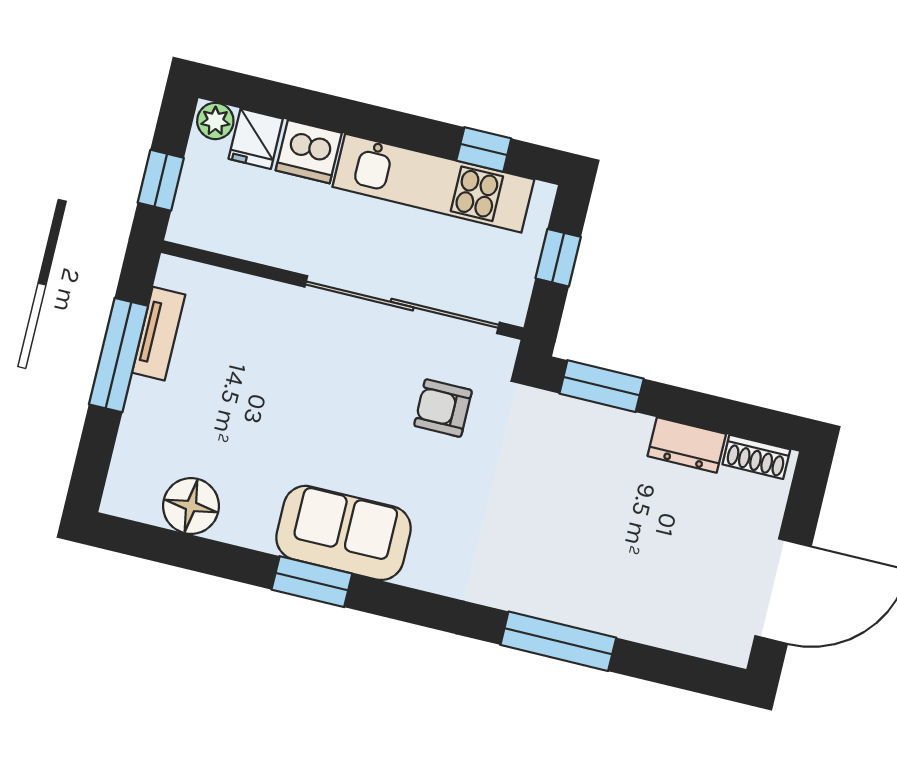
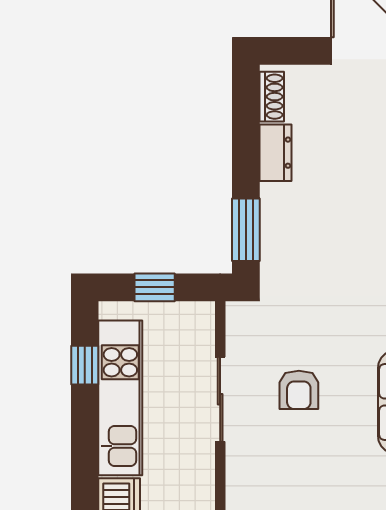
sliding door: (402, 305) -> (220, 399), width x0.54
armchair: (443, 408) -> (299, 390), moved

